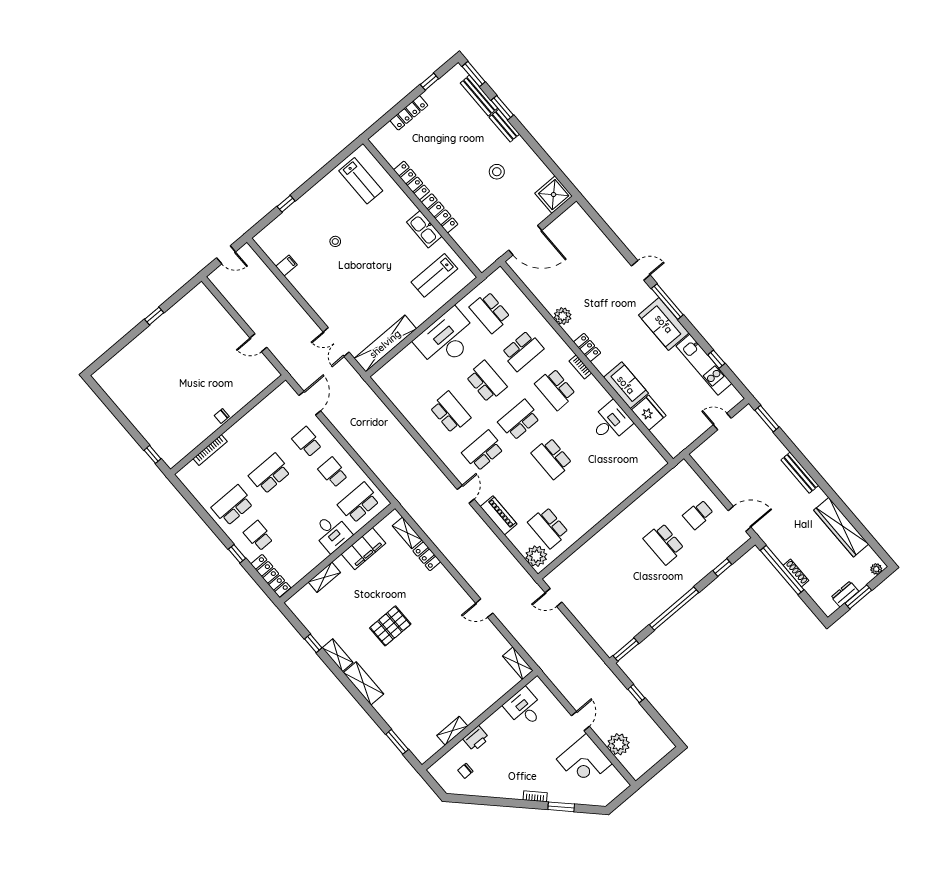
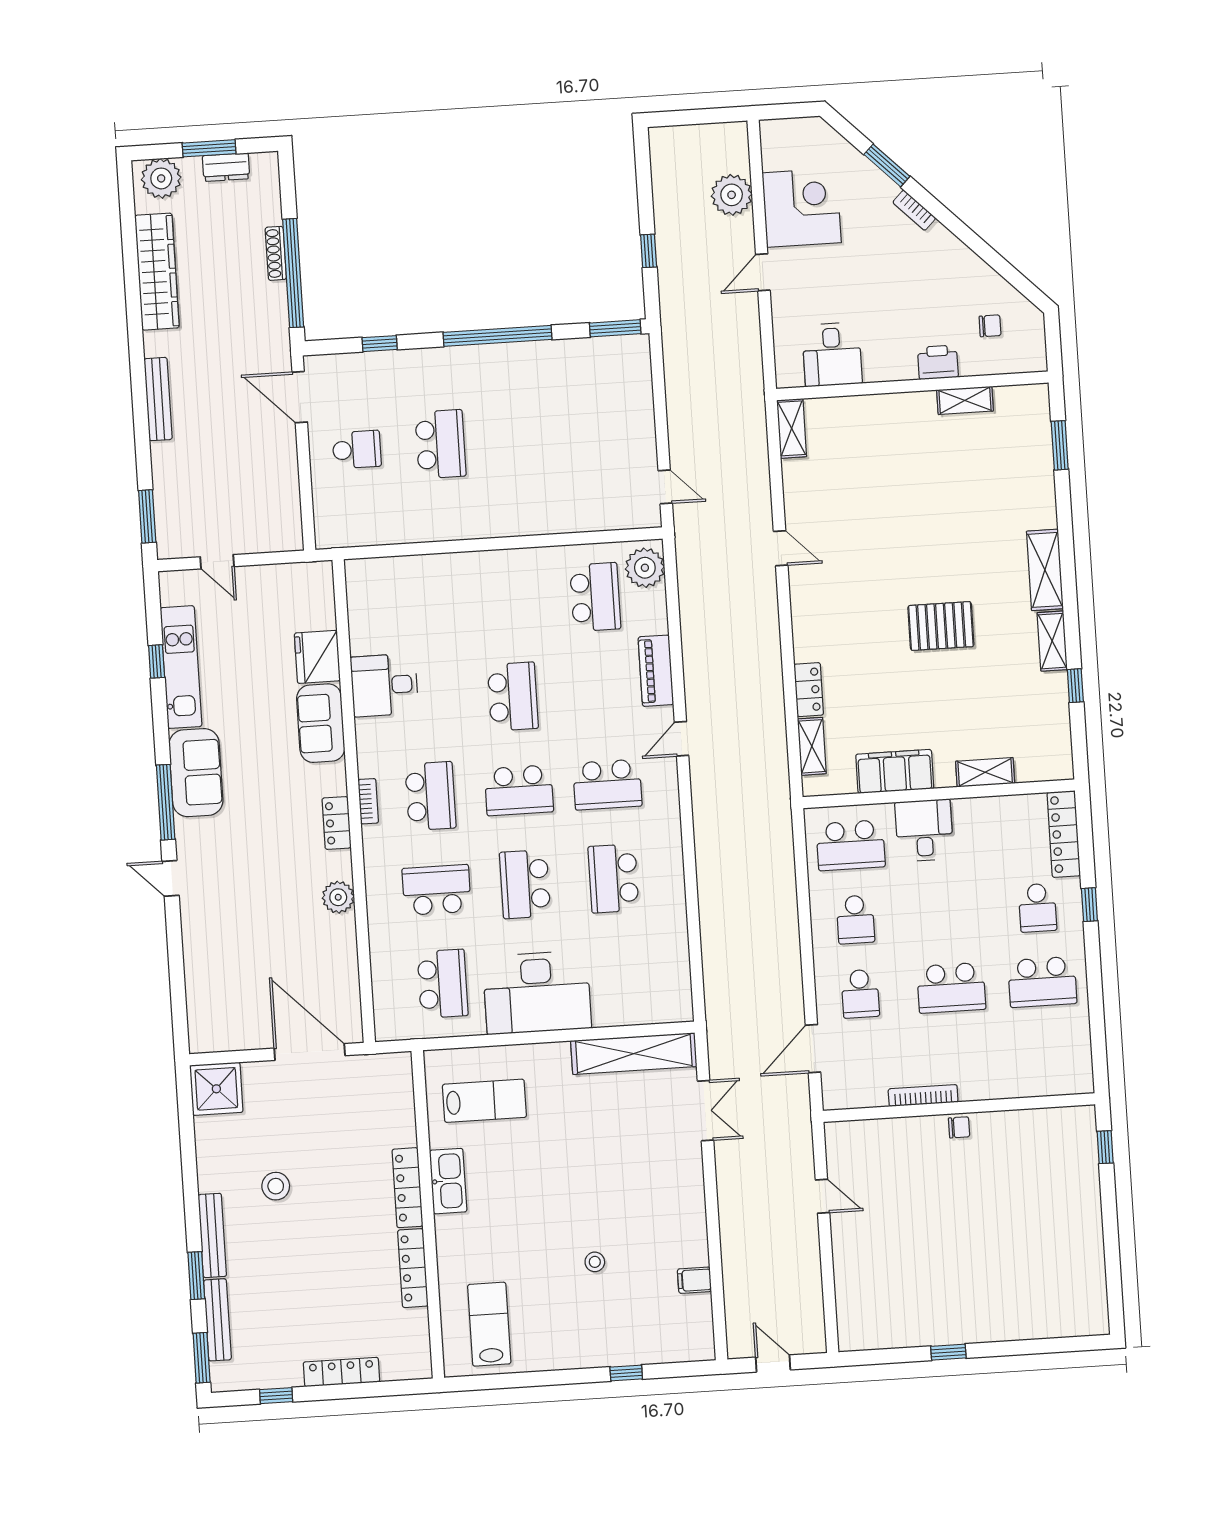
bench: (504, 126) -> (212, 1235), width x1.36
bookcase: (210, 450) -> (923, 1095), moved
plant: (876, 569) -> (161, 178), width x1.88, depth x1.88

